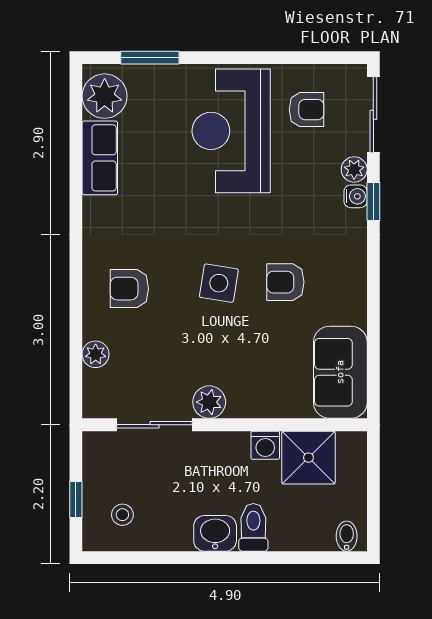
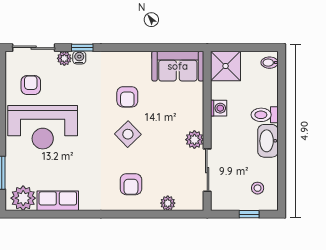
side table: (219, 283) -> (128, 134), turned 37
shower: (308, 458) -> (226, 66), moved
washbasin: (215, 533) -> (268, 141), width x1.38

